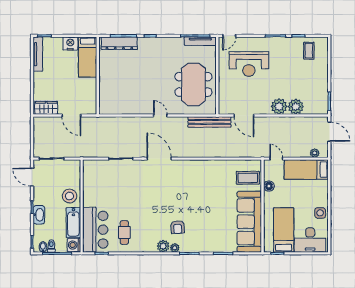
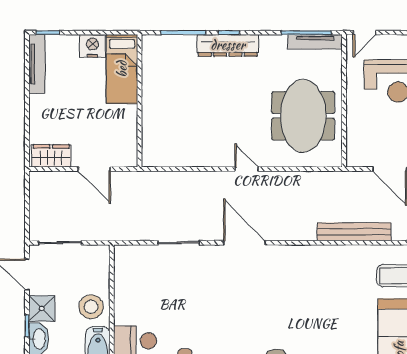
dresser: (119, 43) -> (228, 45), moved
bench: (209, 122) -> (354, 232), moved
shower: (41, 197) -> (42, 308), added

